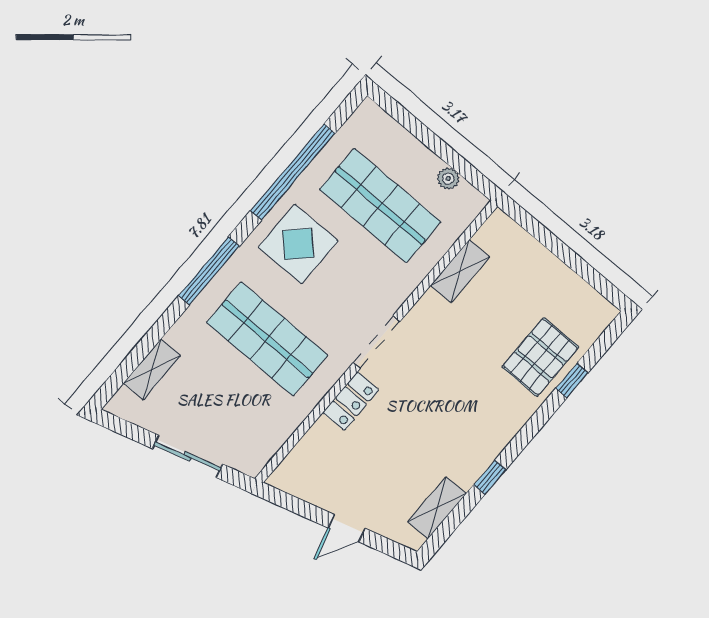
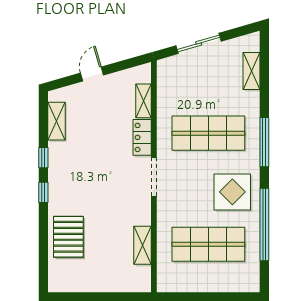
plant: (448, 179) -> (186, 285), removed
window: (572, 381) -> (43, 192), moved
shelving: (312, 443) -> (144, 101), added

